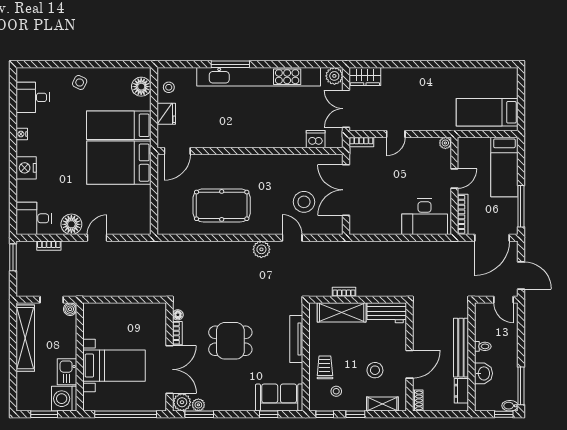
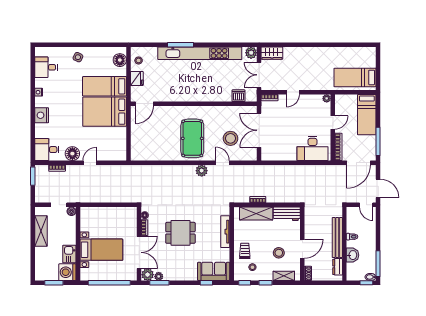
pool table: (222, 205) -> (192, 138), moved, turned 90
shelving: (25, 338) -> (41, 231), width x0.68

